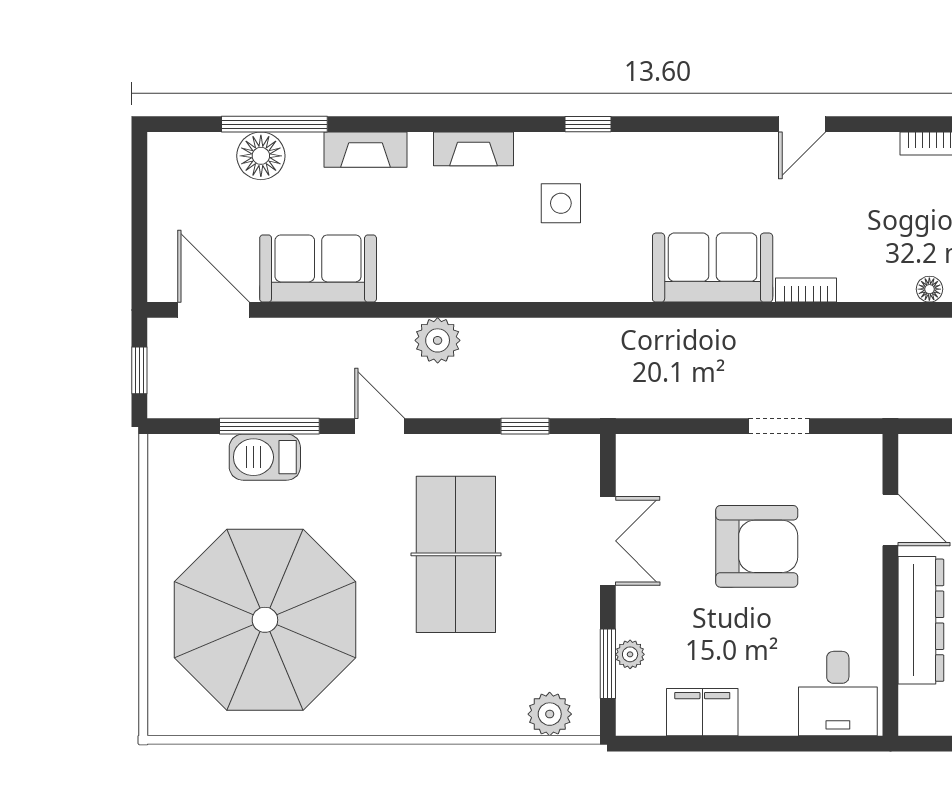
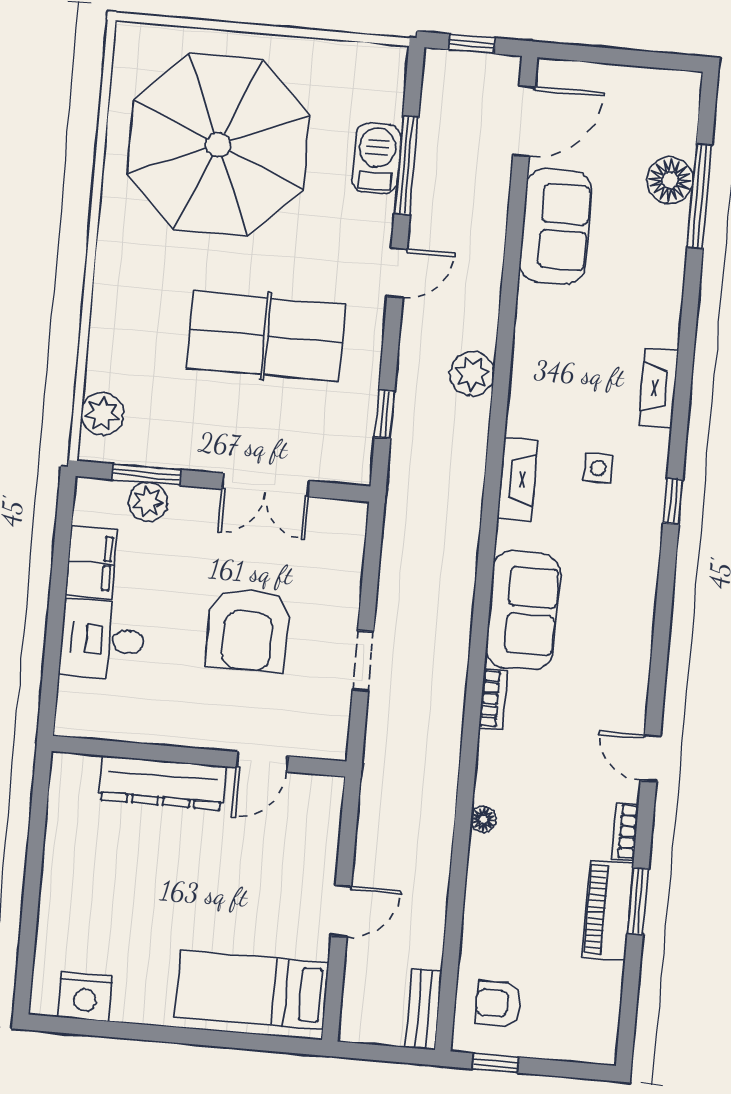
door: (802, 124) -> (650, 758), moved
fireplace: (366, 150) -> (518, 479), moved, turned 180
side table: (561, 203) -> (598, 468), width x0.73, depth x0.73
plant: (438, 340) -> (472, 374), moved
plant: (630, 654) -> (148, 502), width x1.38, depth x1.38
desk: (838, 694) -> (103, 640), moved

